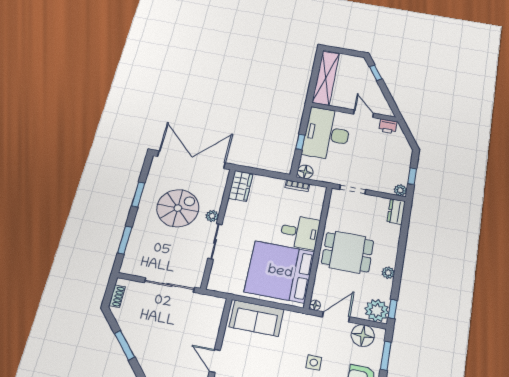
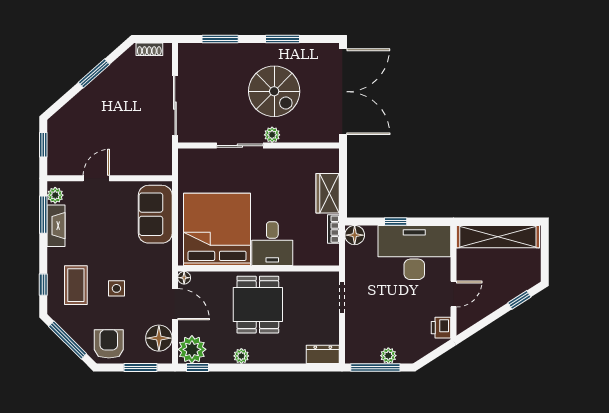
window: (412, 176) -> (375, 367), width x2.17
wardrobe: (241, 186) -> (328, 193), moved, turned 90
plant: (400, 190) -> (388, 356), moved

